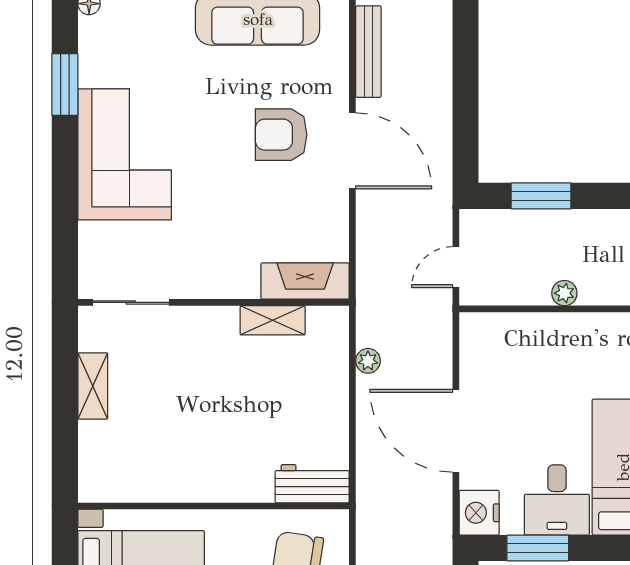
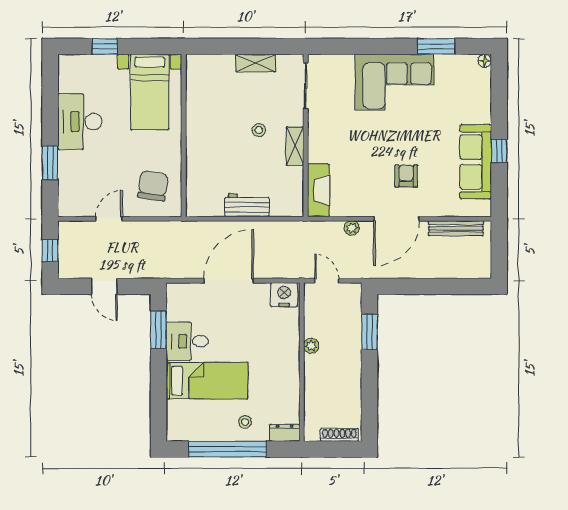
armchair: (281, 135) -> (406, 176), width x0.72, depth x0.72
shelving: (273, 320) -> (295, 146), moved
plant: (368, 361) -> (352, 228), moved
stool: (204, 381) -> (259, 130), added
workbench: (312, 484) -> (247, 205), moved, turned -90
nightstand: (479, 513) -> (284, 295), moved

